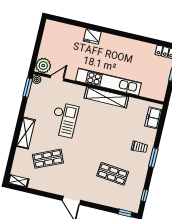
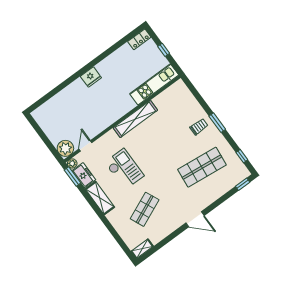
fridge: (92, 36) -> (91, 77), moved
kitchen unit: (108, 82) -> (154, 84), moved, width x0.73
freezer: (153, 118) -> (84, 175), moved, turned 180
shelving: (26, 133) -> (100, 198), moved
shop shelf: (113, 174) -> (202, 167), width x1.43, depth x1.36

